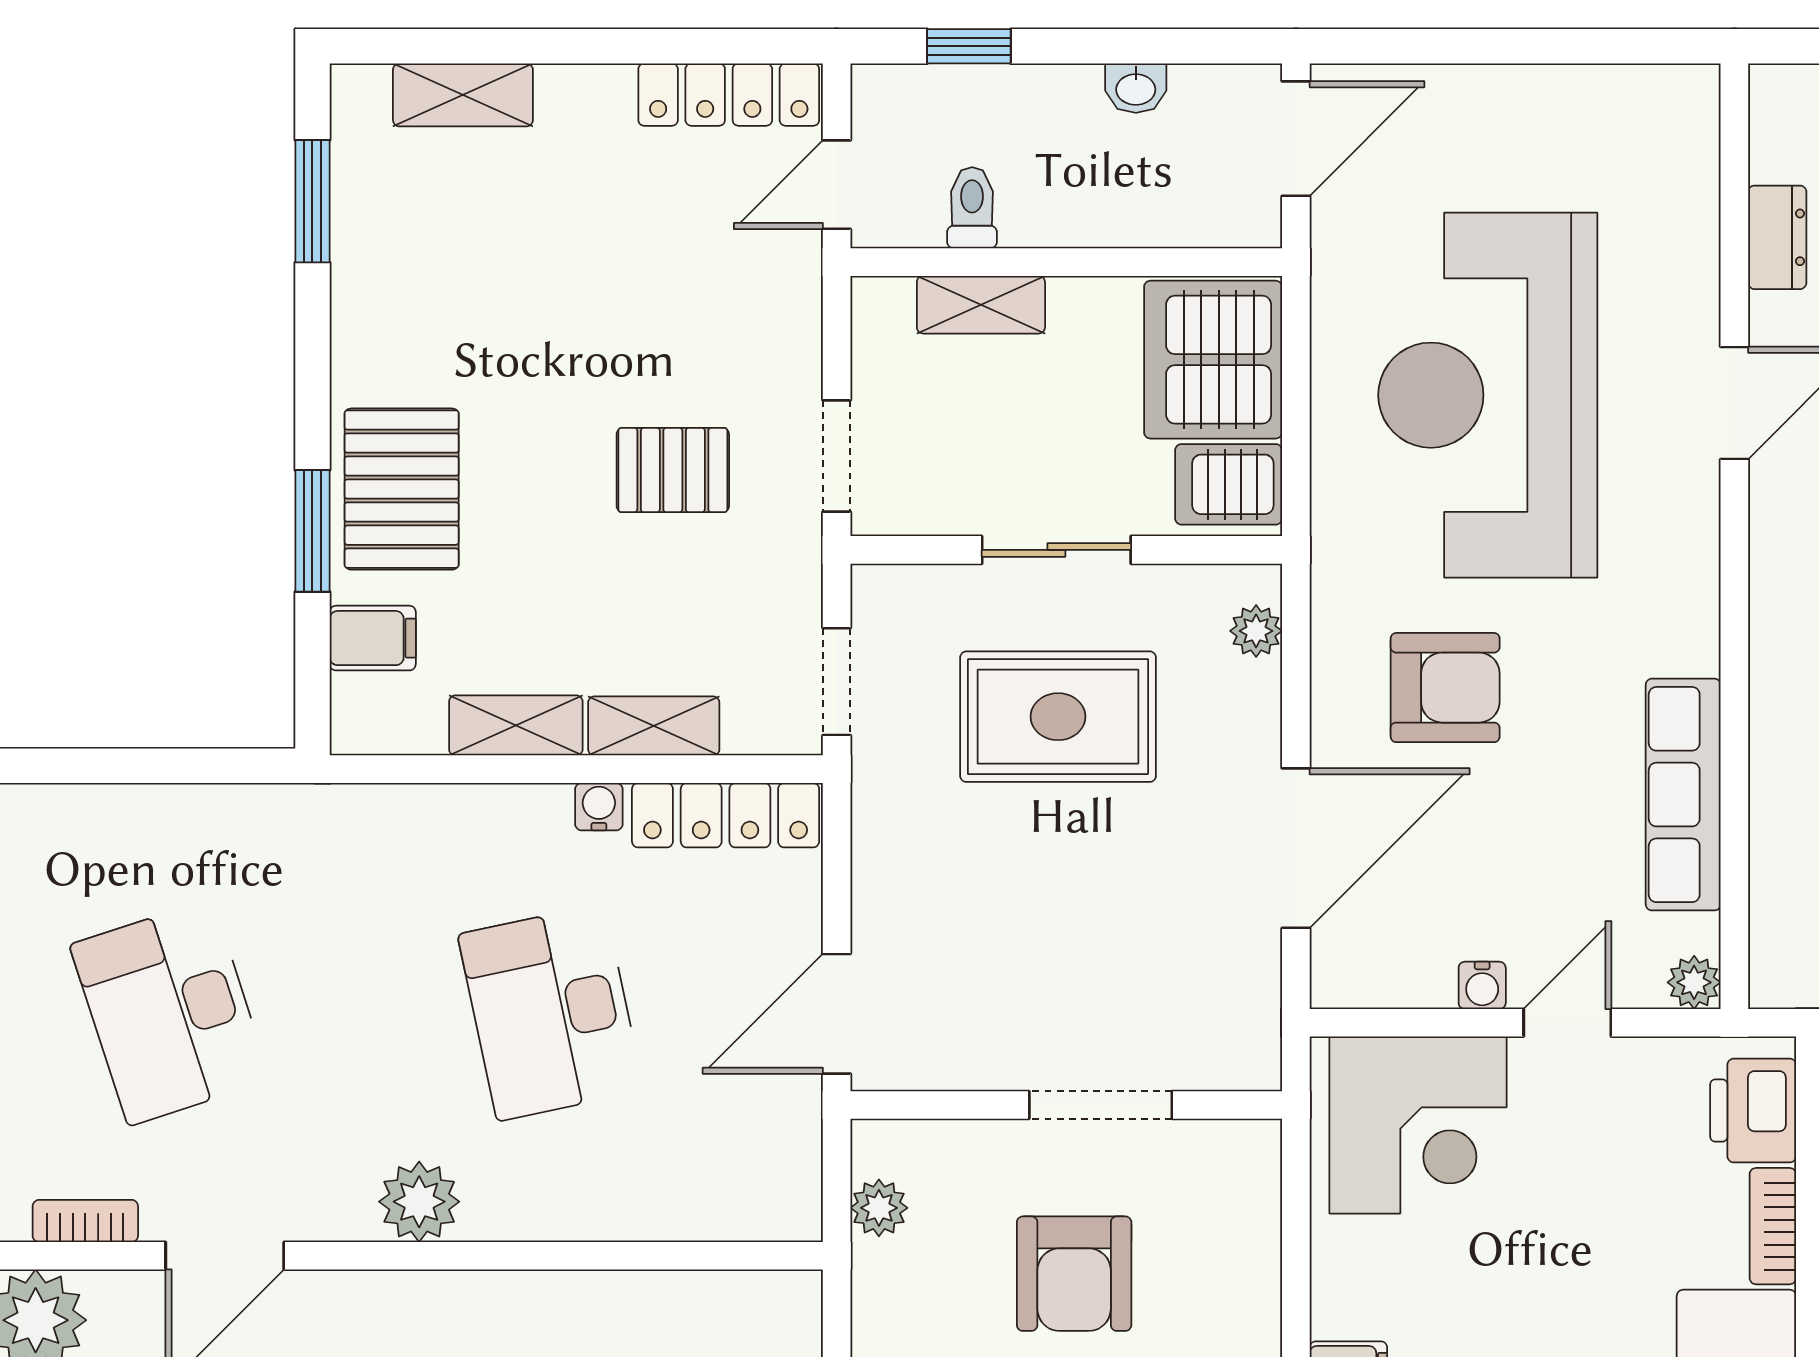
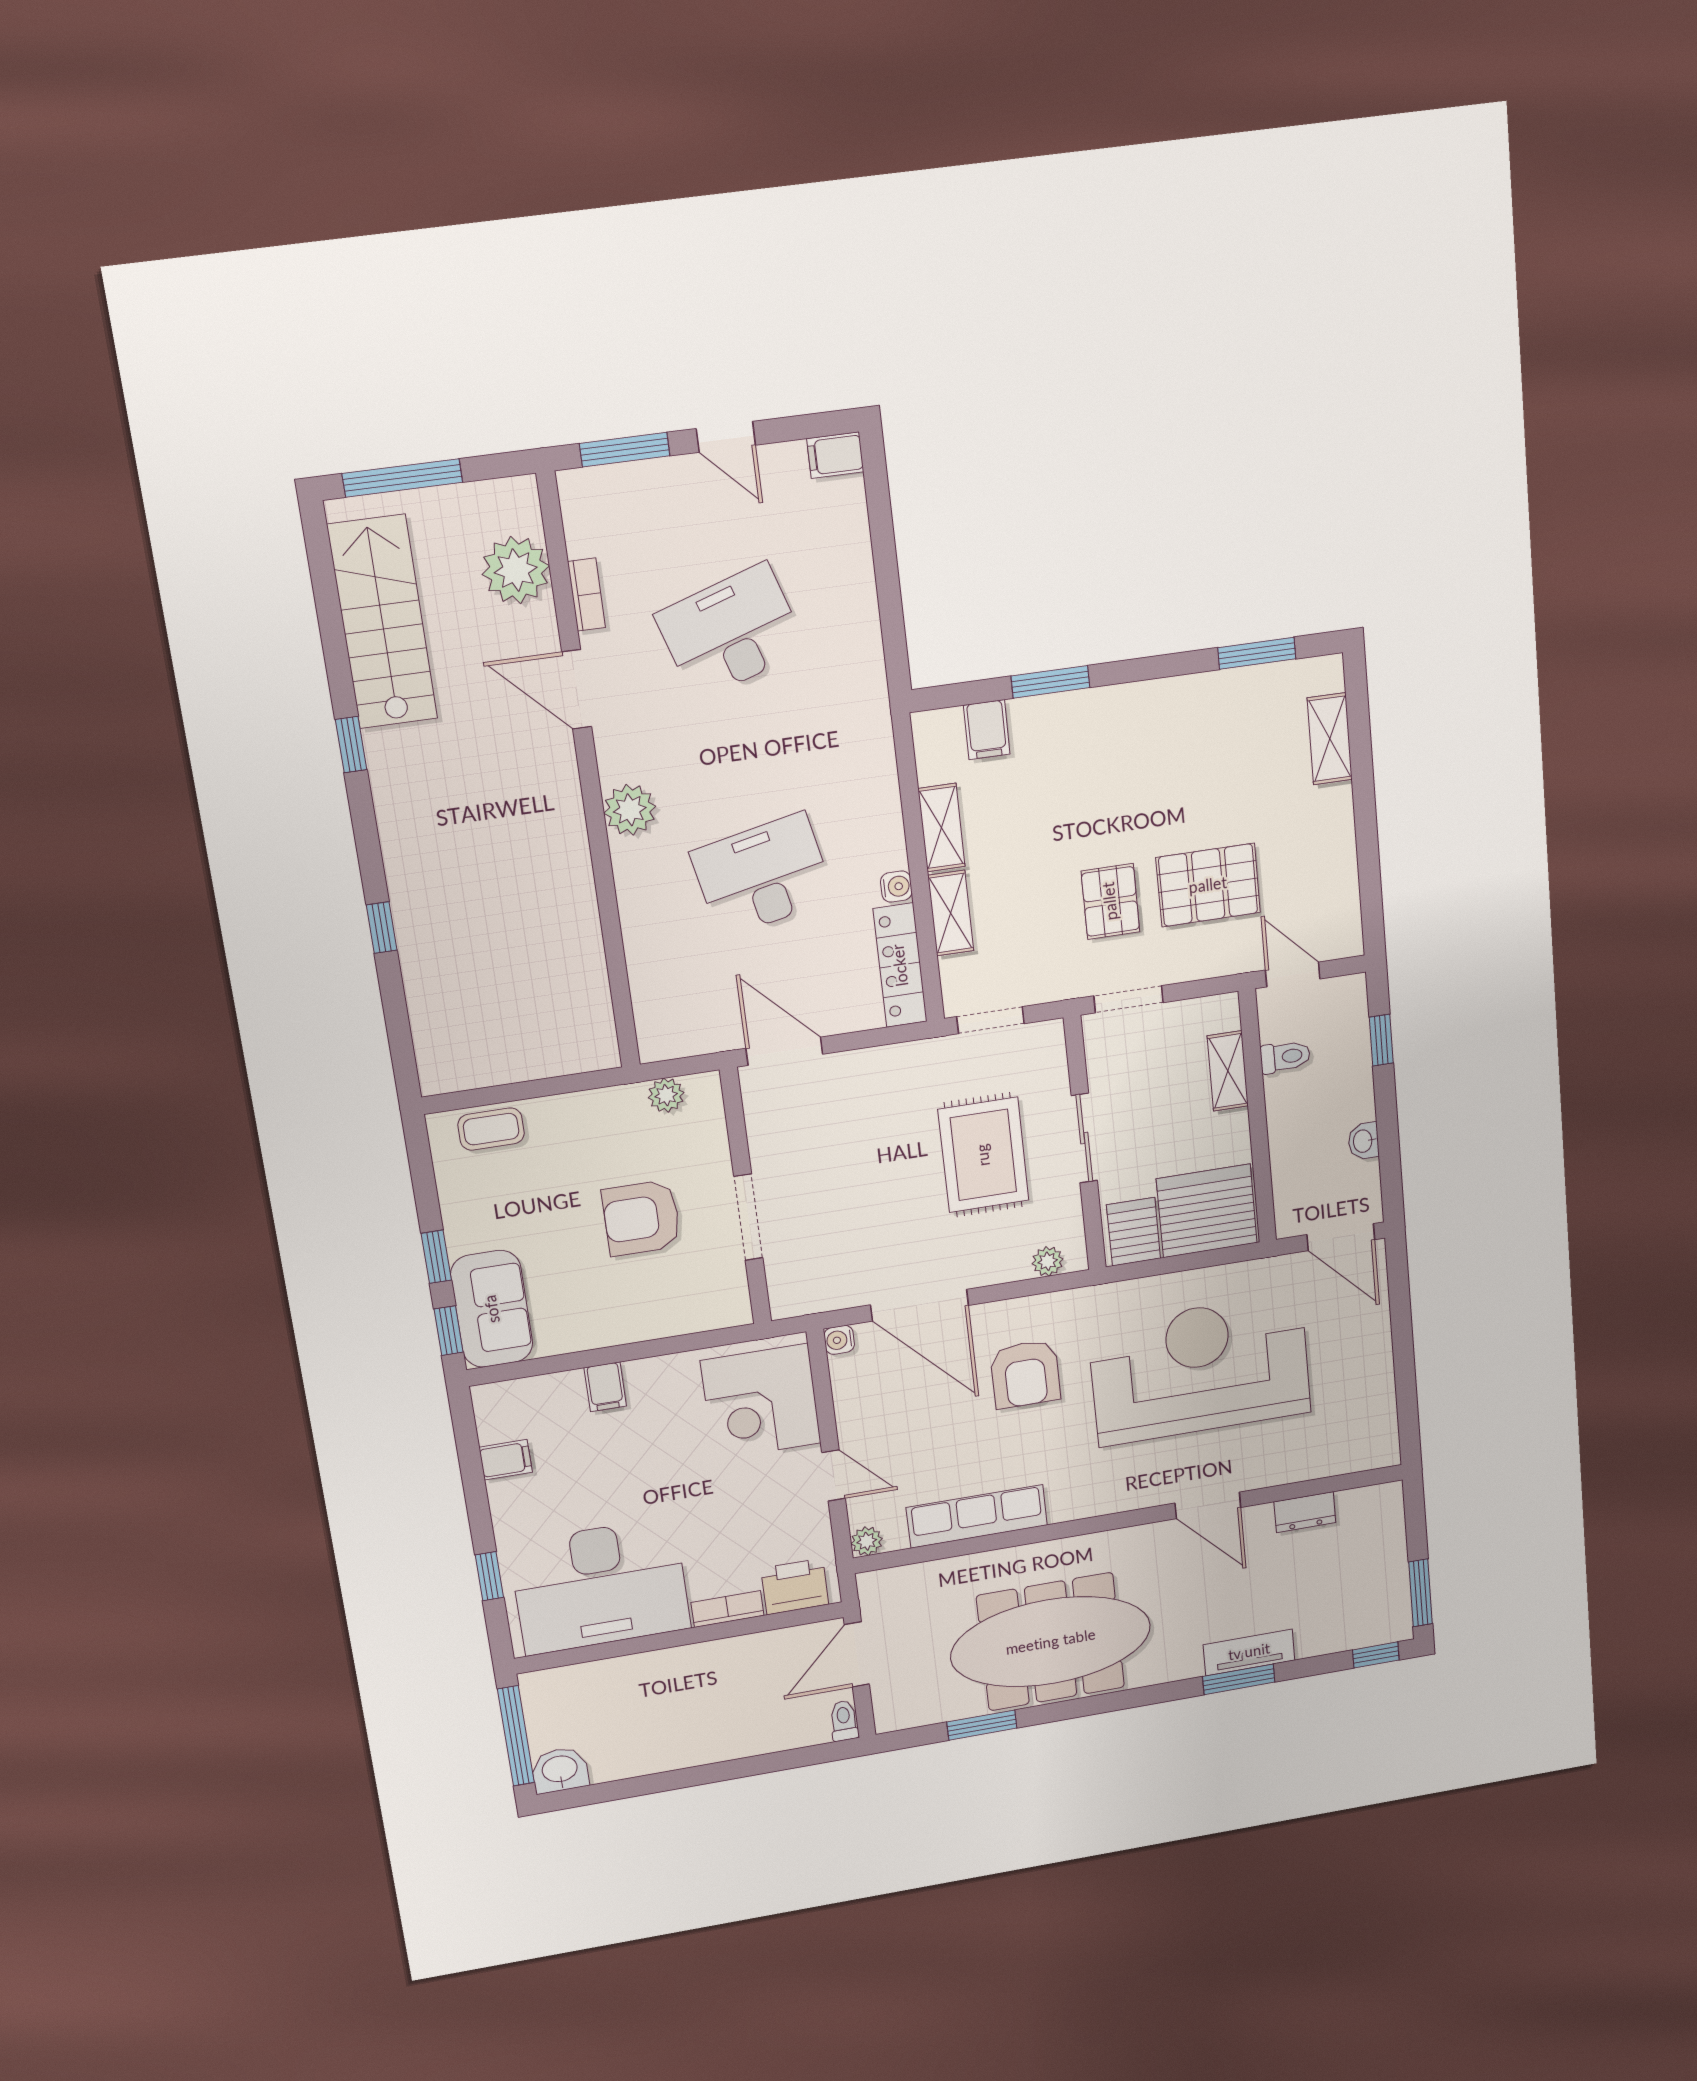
locker: (729, 95) -> (1342, 902), removed
pallet: (402, 489) -> (1208, 885), moved
water cooler: (1482, 985) -> (839, 1340), moved

